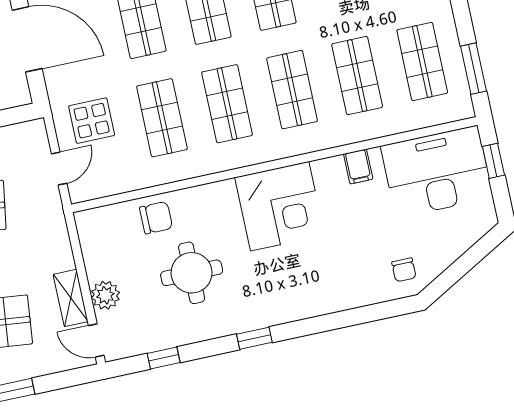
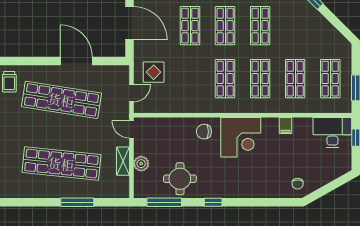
shop shelf: (162, 118) -> (190, 79), removed
desk: (437, 172) -> (332, 132), width x0.73, depth x0.77
chair: (156, 218) -> (204, 132), moved, turned 180
round table: (192, 273) -> (180, 179), moved
door: (96, 340) -> (131, 130), moved
window: (164, 358) -> (164, 202), width x2.17

